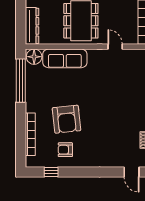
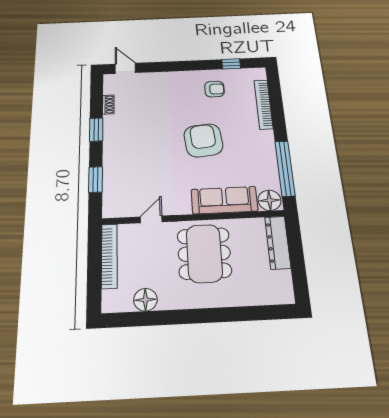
door: (115, 47) -> (151, 219), swing flipped
armchair: (66, 119) -> (203, 140), moved

